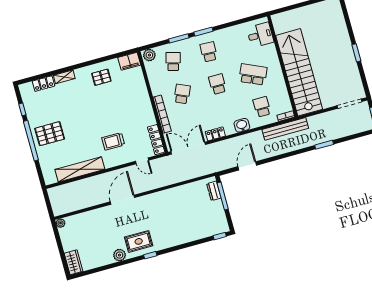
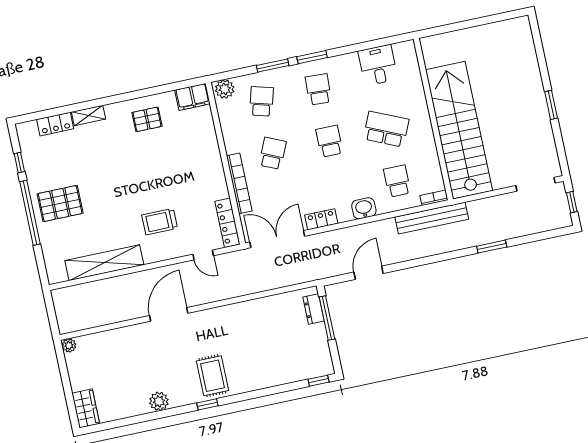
desk: (260, 35) -> (378, 65), moved, turned -90
rug: (139, 241) -> (212, 376), moved, turned 90

